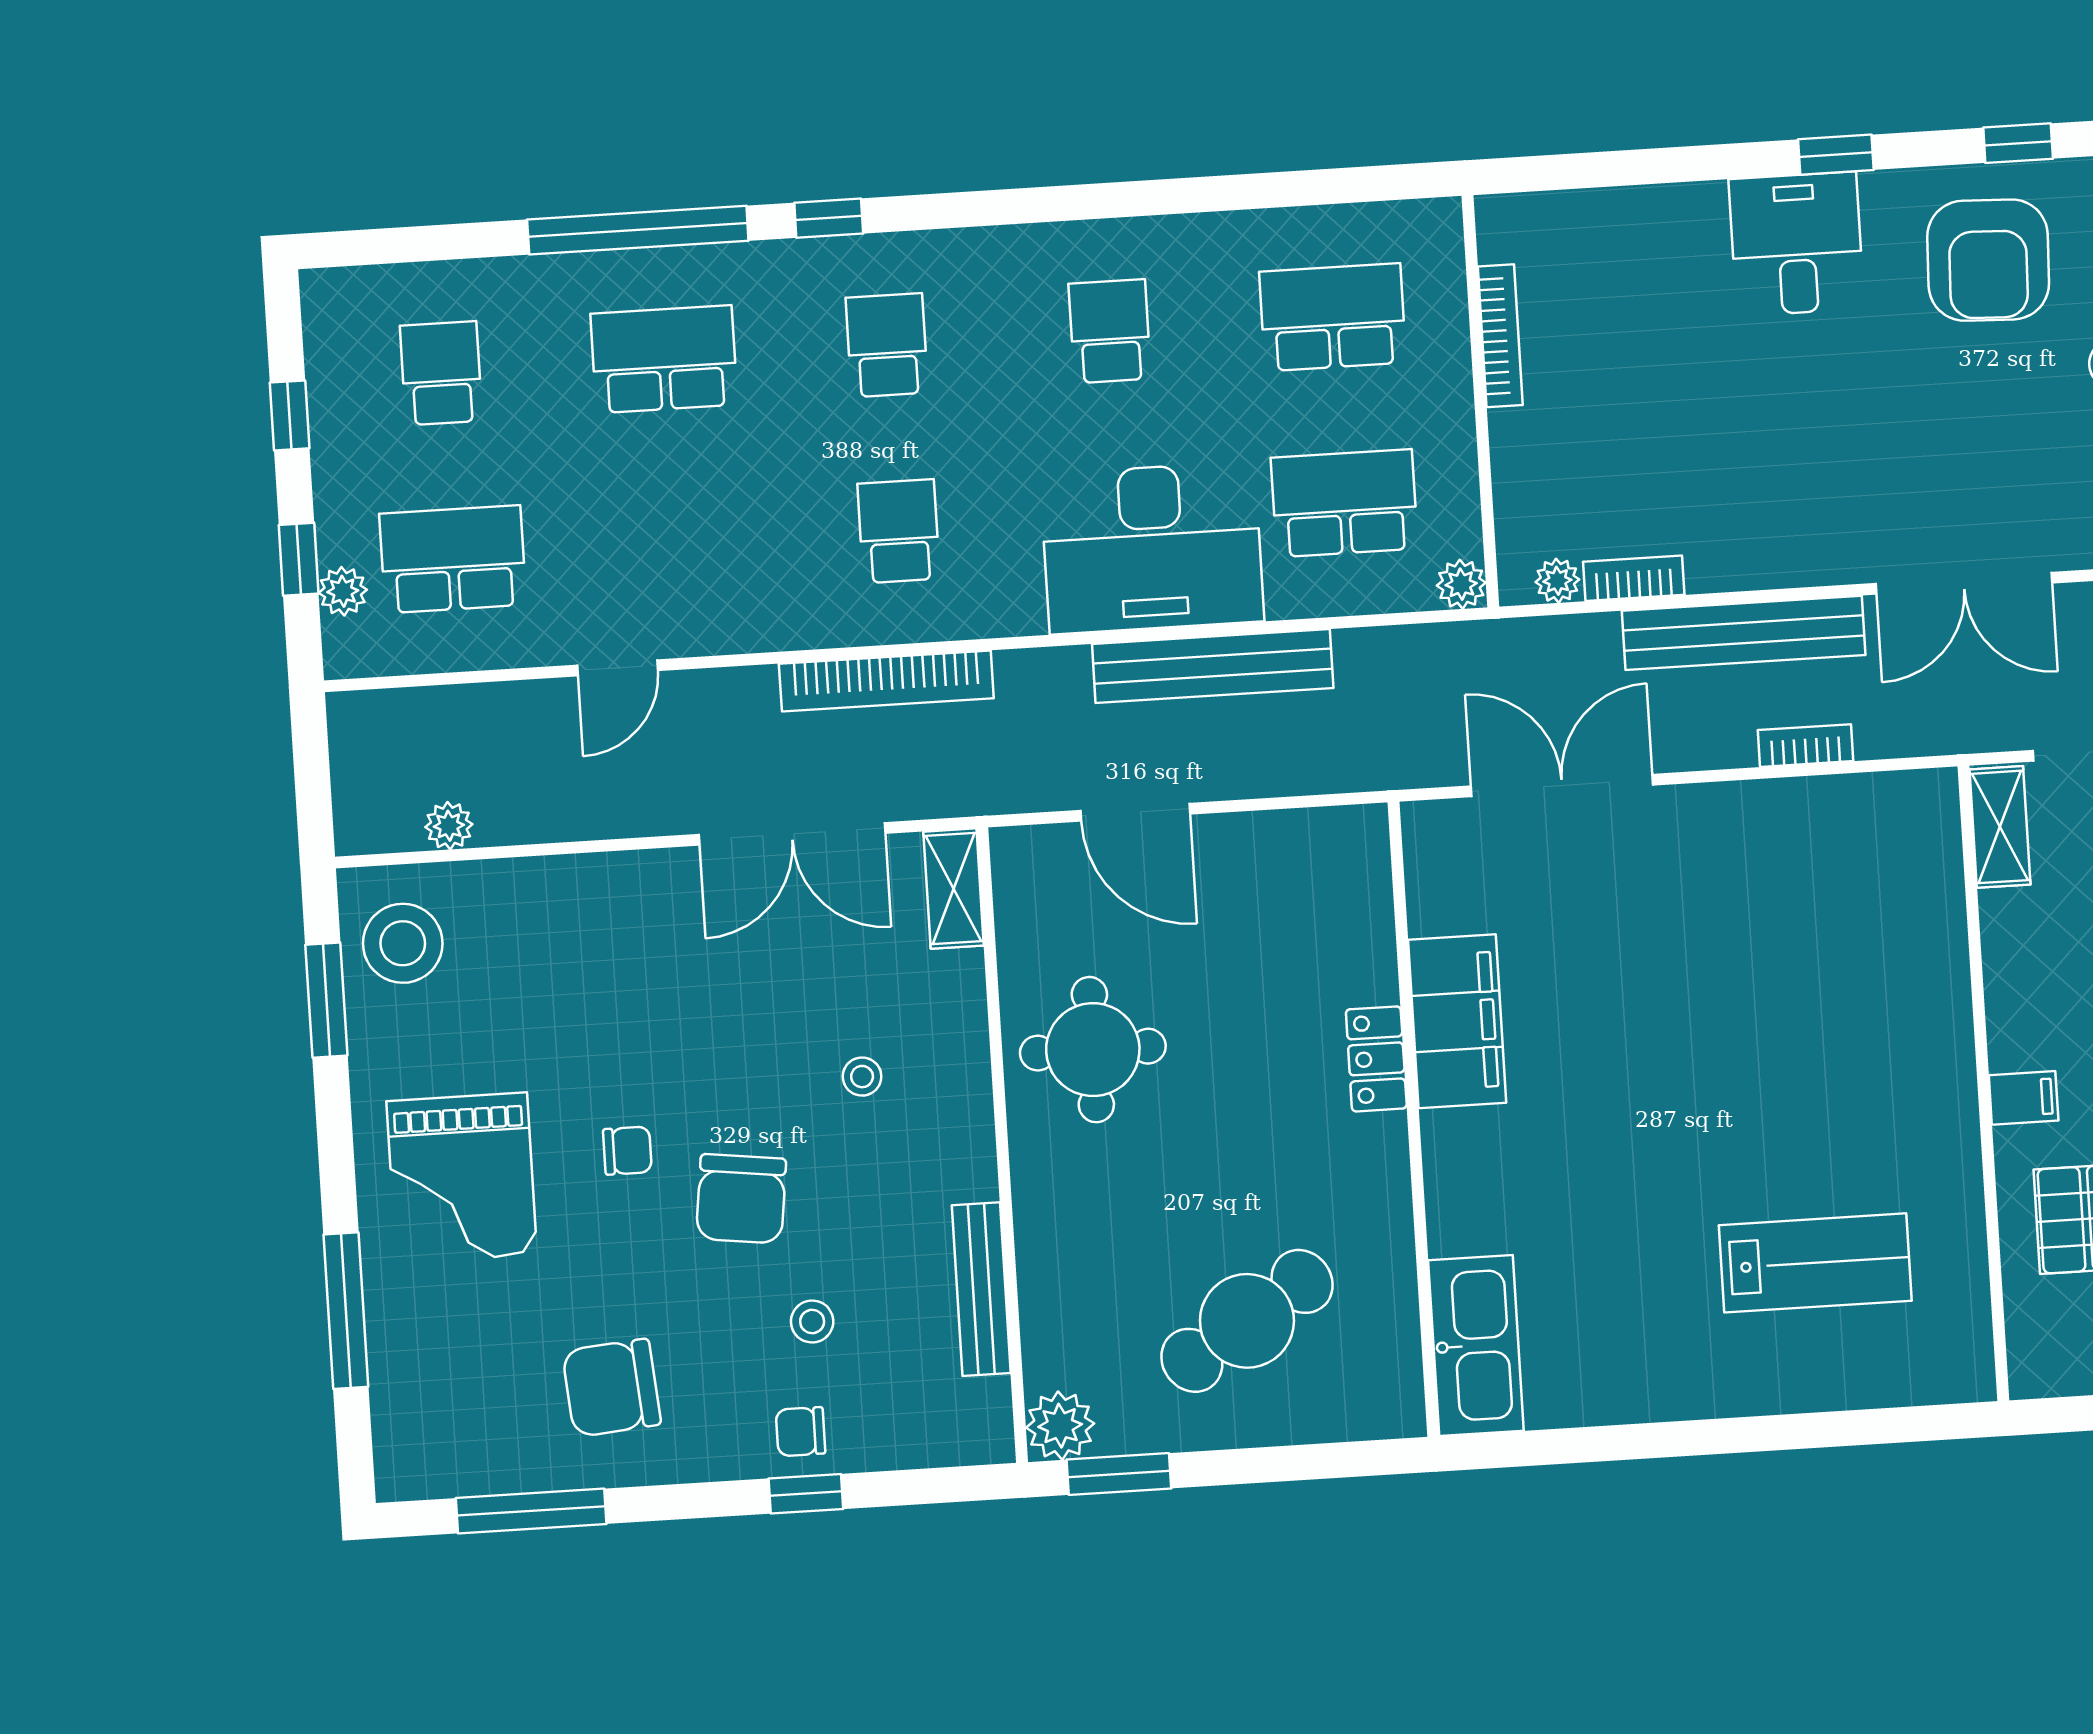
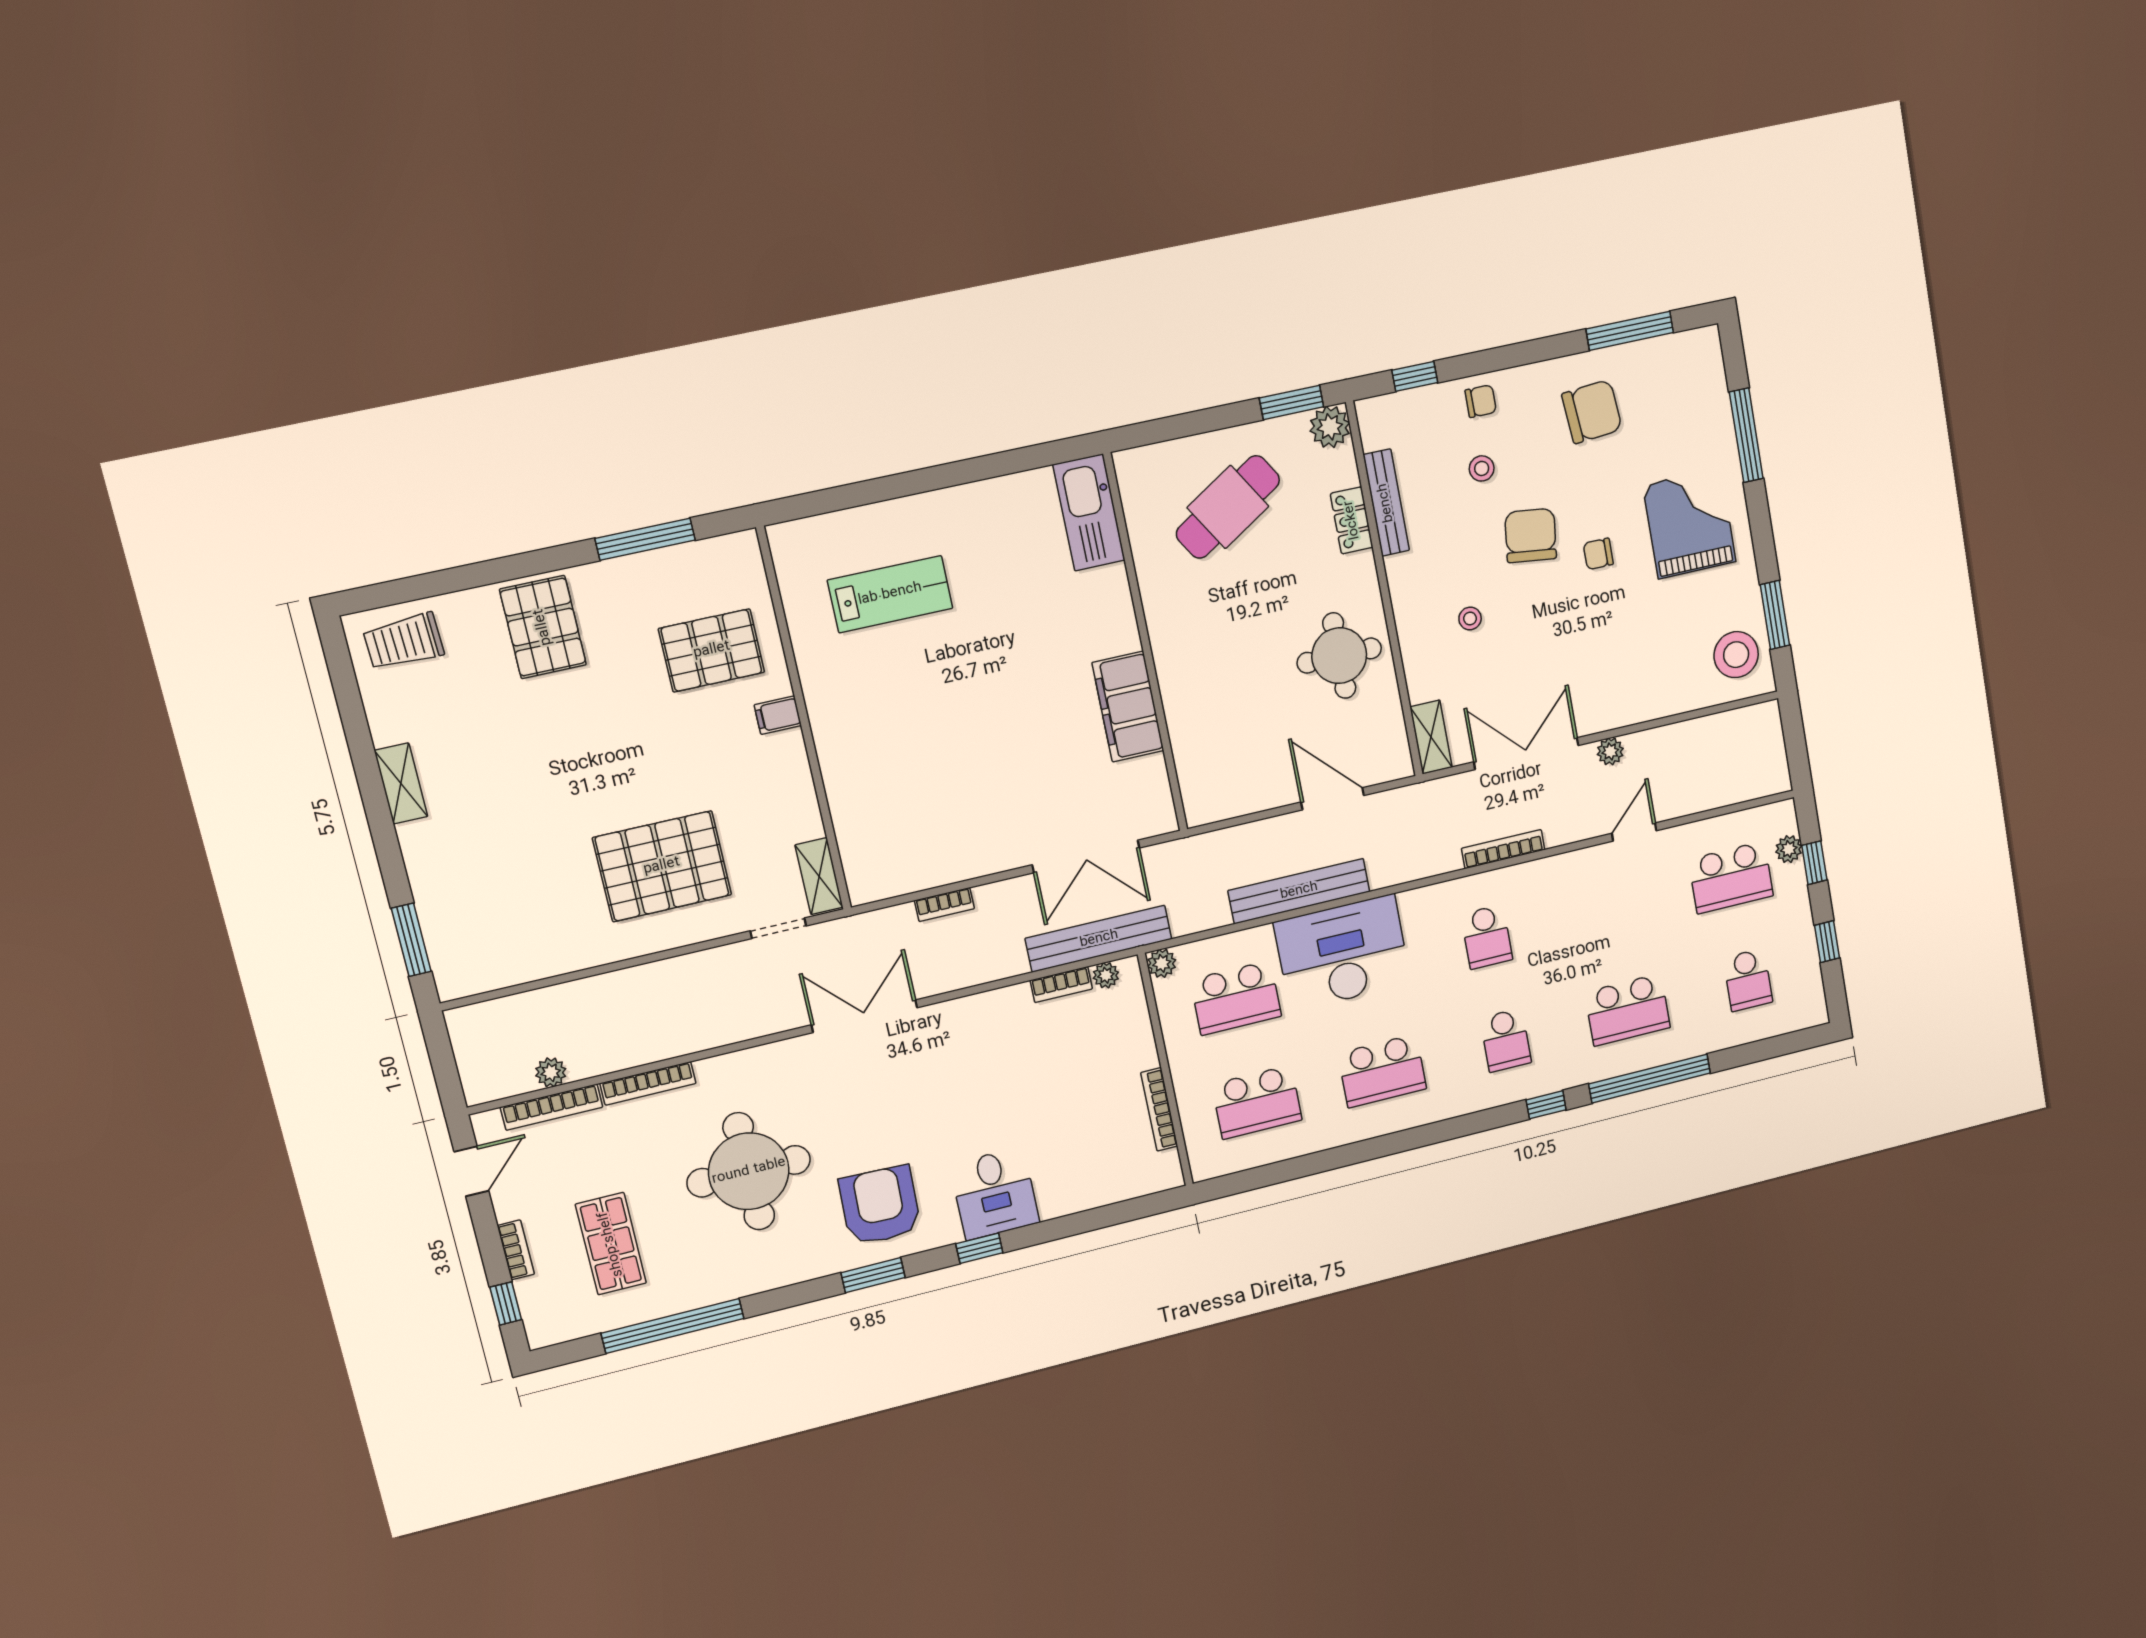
window: (2018, 143) -> (873, 1275), width x1.50
school desk: (1110, 331) -> (1382, 1071), width x1.85
bench: (1744, 633) -> (1099, 939), moved
bookcase: (886, 681) -> (1503, 849), width x0.68, depth x0.76
plant: (449, 826) -> (1610, 751), moved
locker: (1376, 1059) -> (1352, 520), moved, turned 180
lab bench: (1815, 1263) -> (890, 594), turned 180
window: (806, 1494) -> (1415, 376), moved

